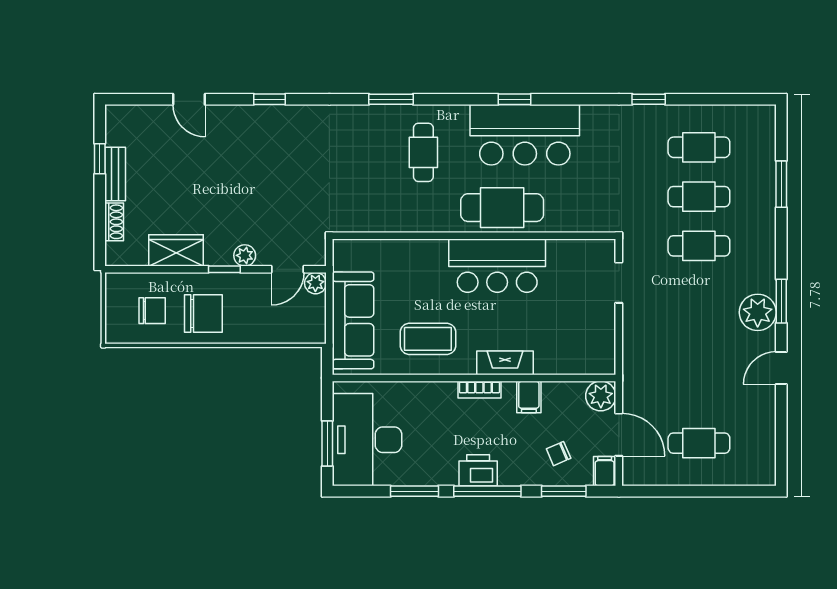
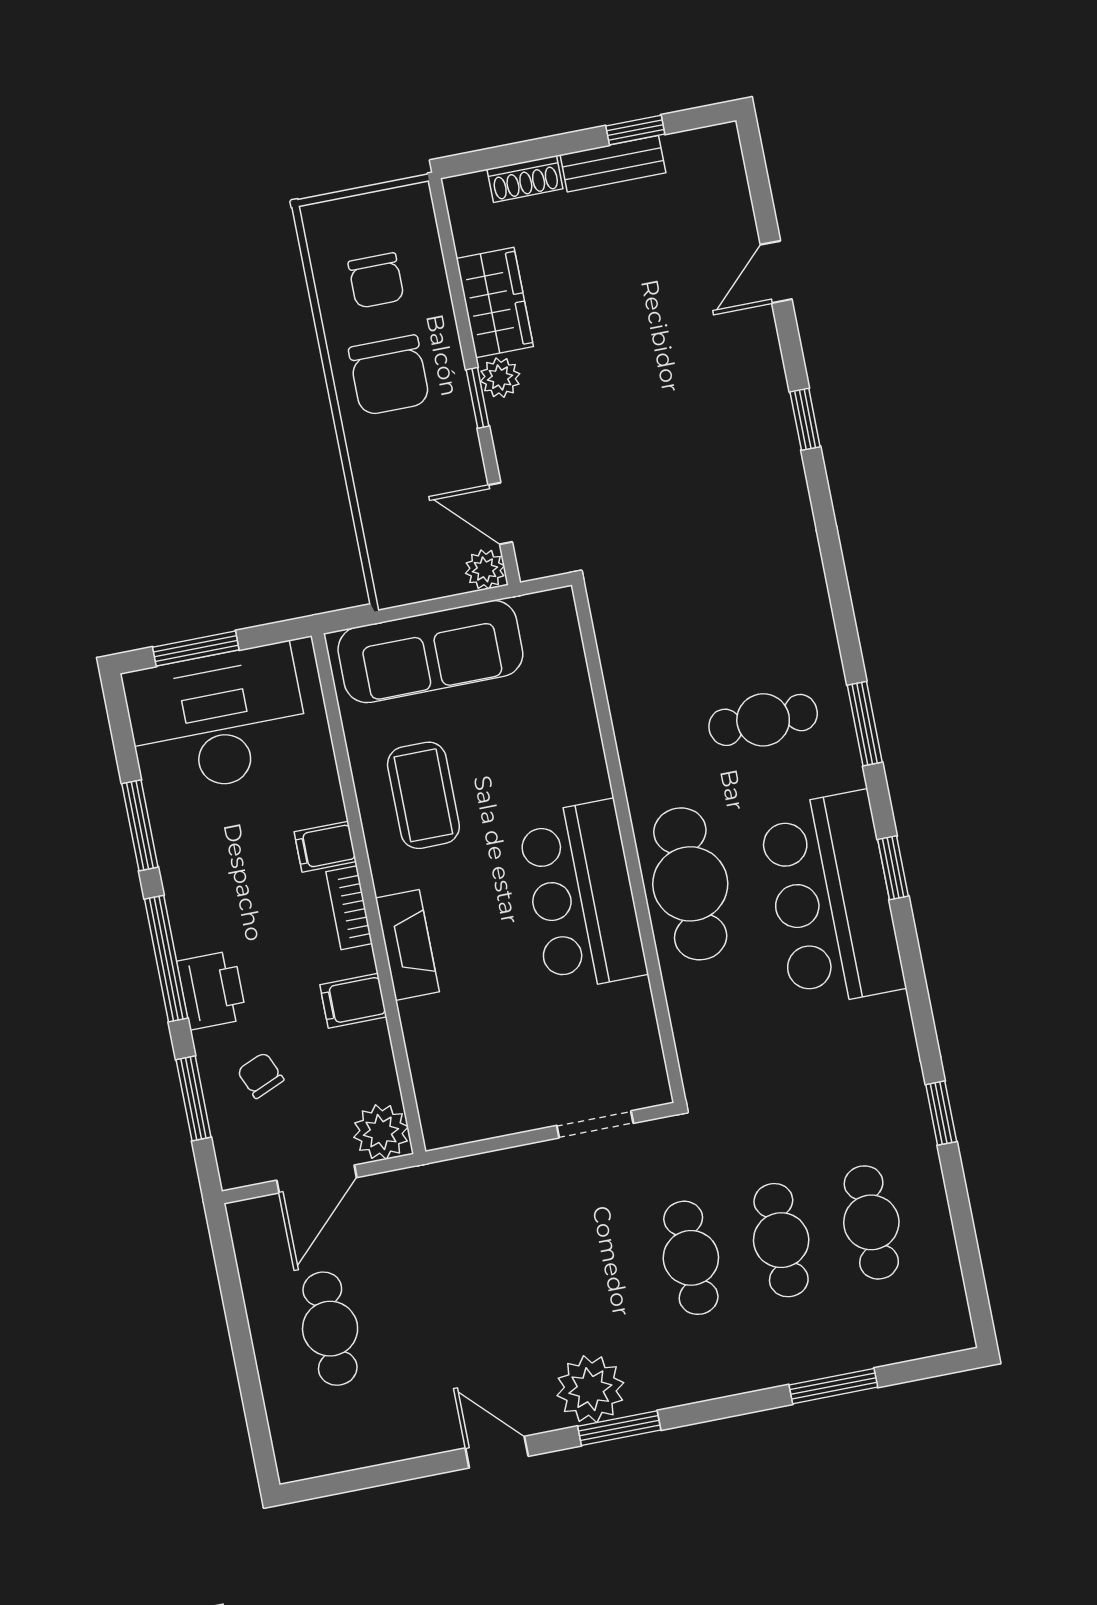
window: (391, 99) -> (865, 724), moved
plant: (245, 255) -> (500, 378), moved
printer: (478, 470) -> (212, 990), moved
filing cabinet: (605, 471) -> (325, 847), moved, turned 180

